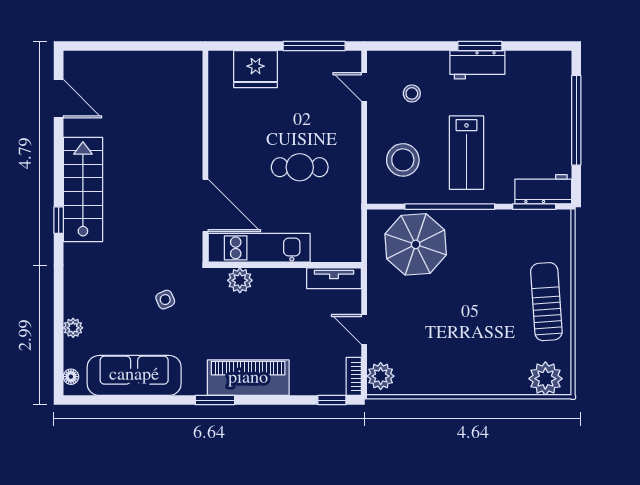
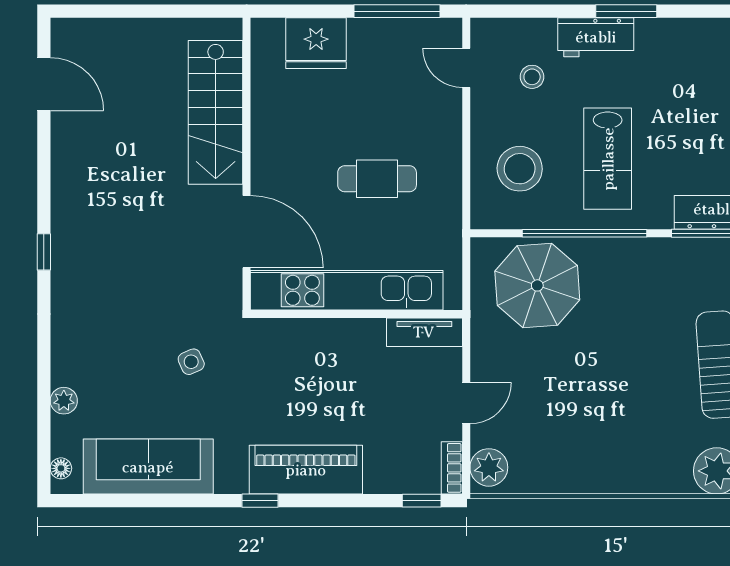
workbench: (477, 65) -> (596, 37), moved
stairs: (83, 189) -> (216, 112), moved, turned 180
kitchen unit: (259, 248) -> (347, 290), width x1.36
plant: (240, 280) -> (294, 335), removed
door: (364, 329) -> (466, 403), swing flipped
window: (215, 400) -> (260, 501), width x0.67

